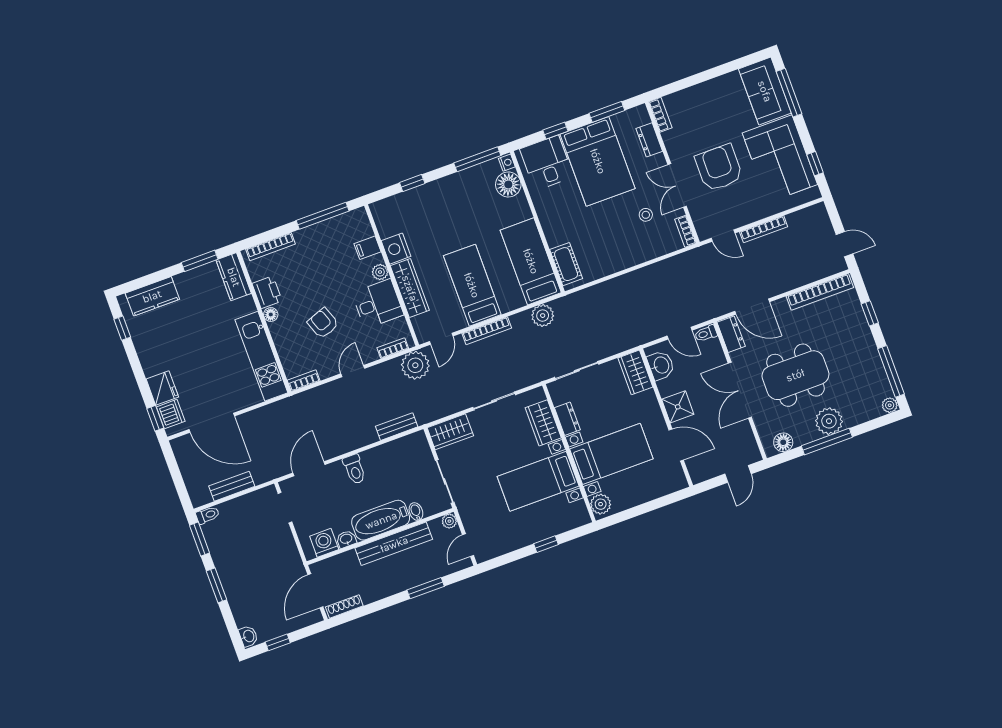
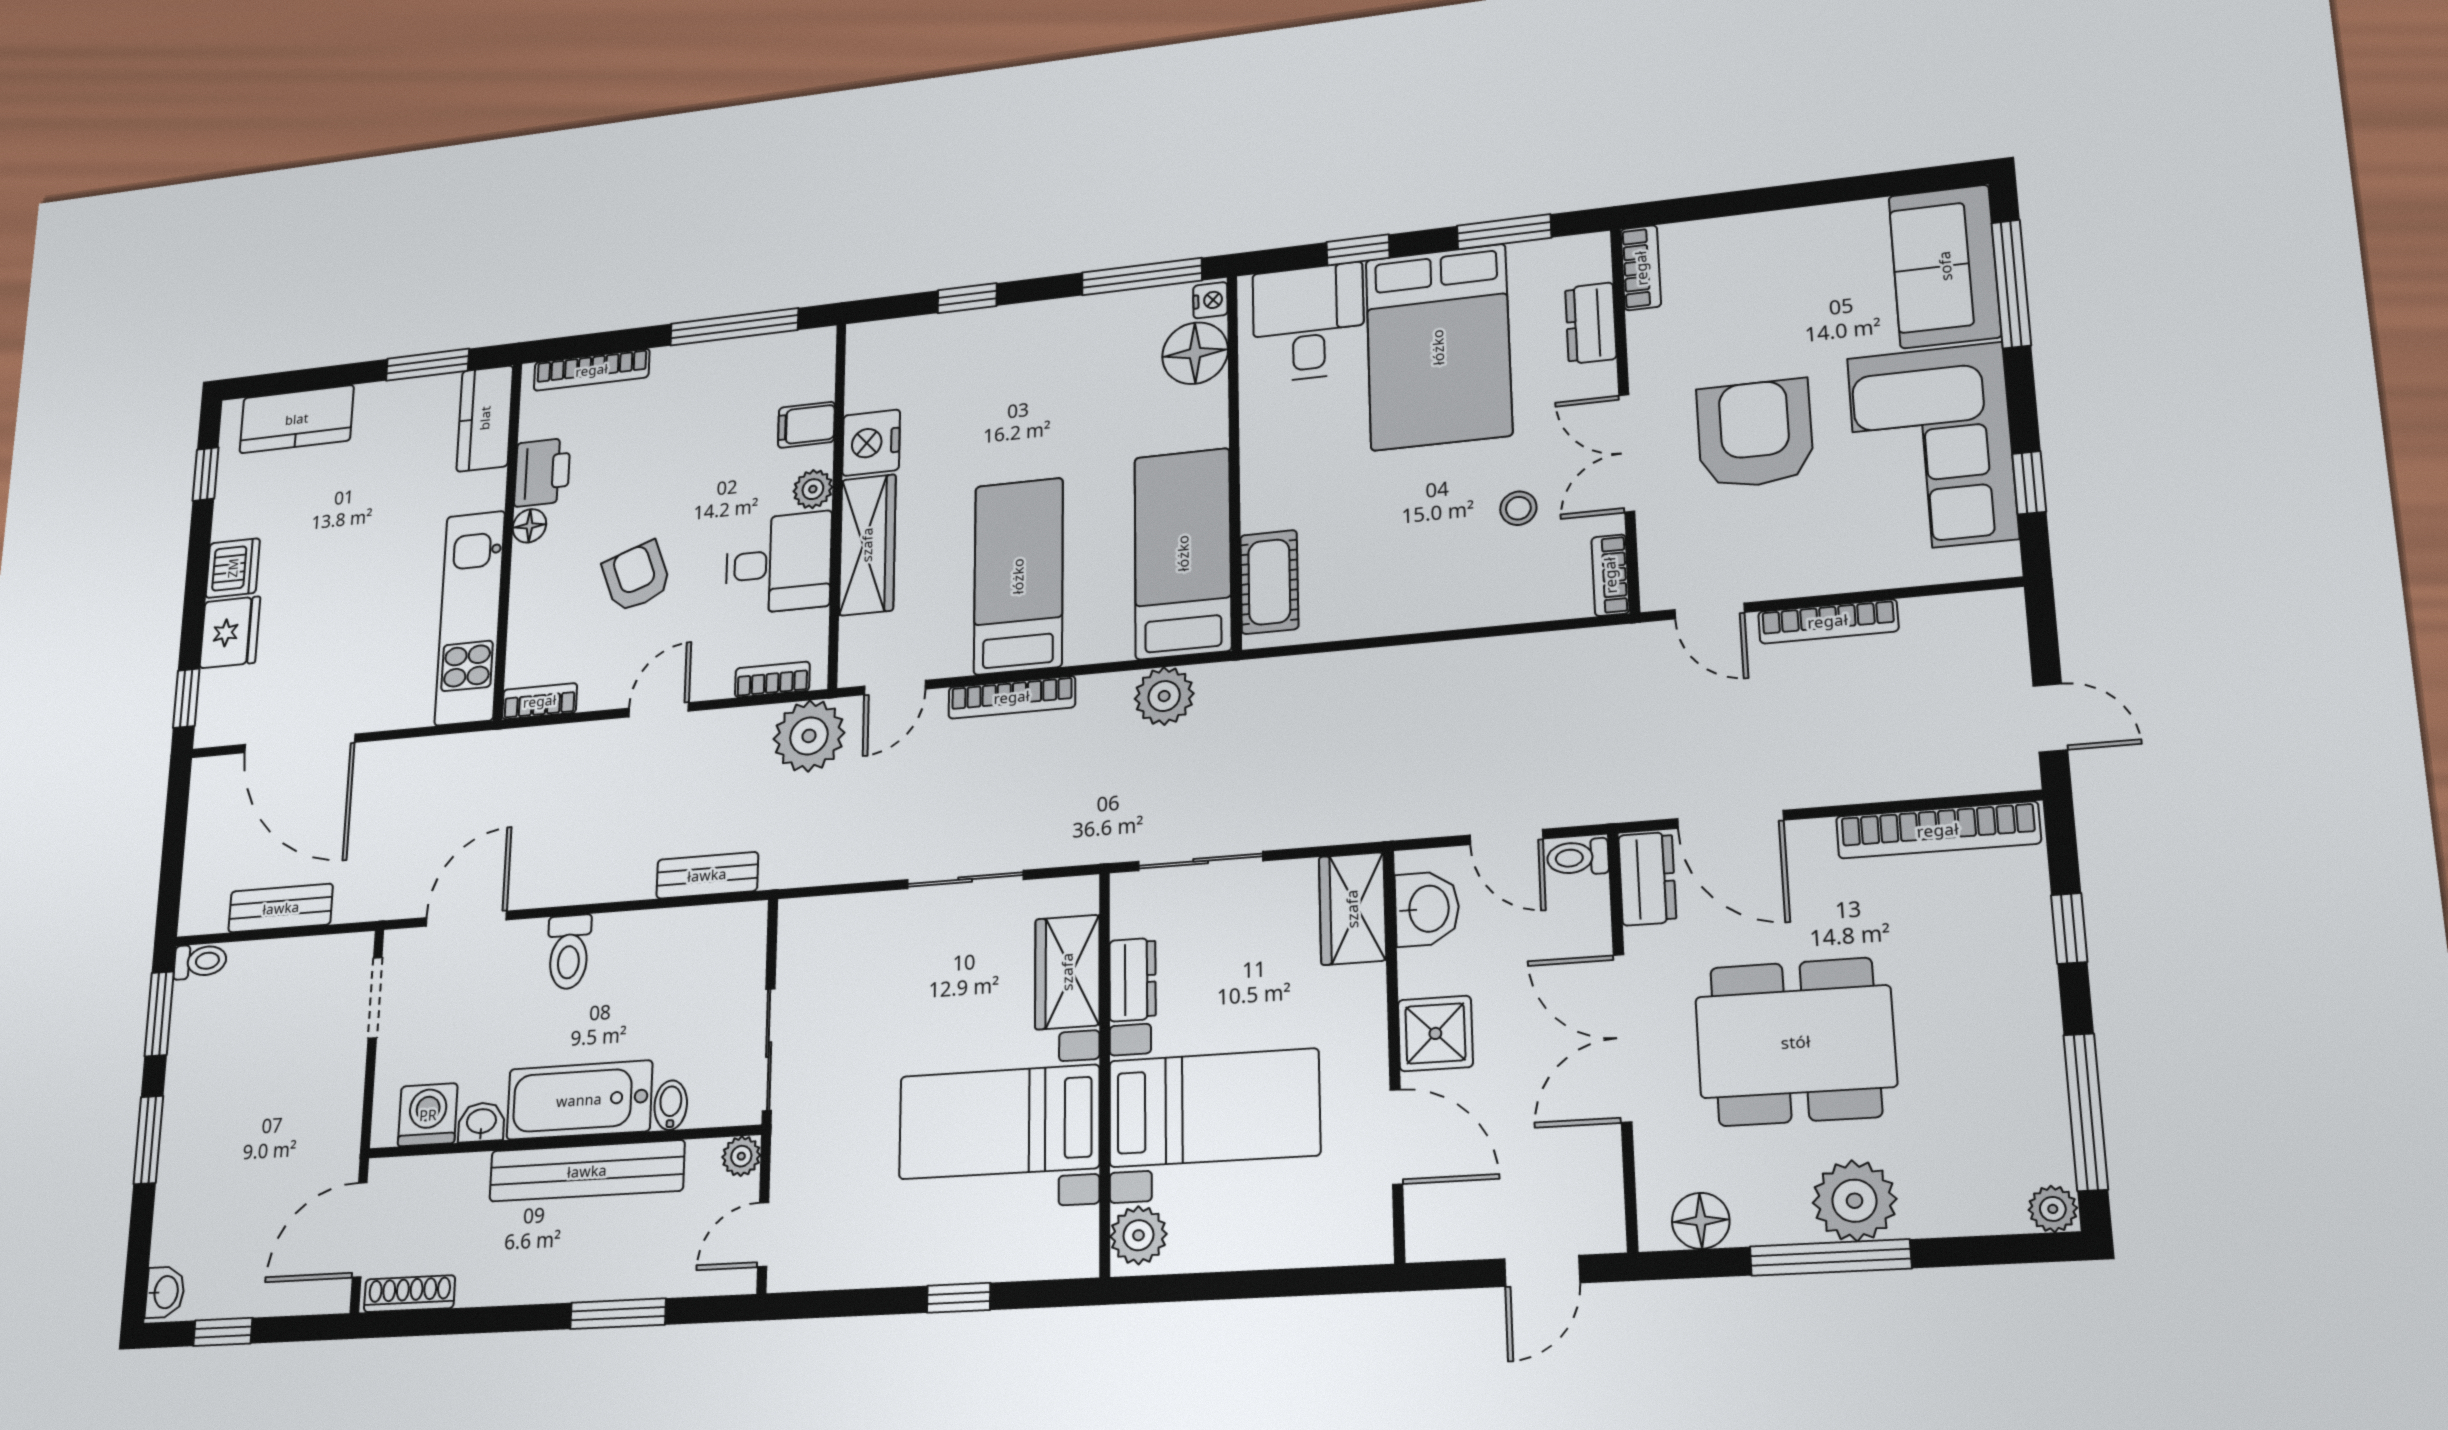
dishwasher: (171, 414) -> (233, 568), moved
wardrobe: (450, 432) -> (830, 926), removed

